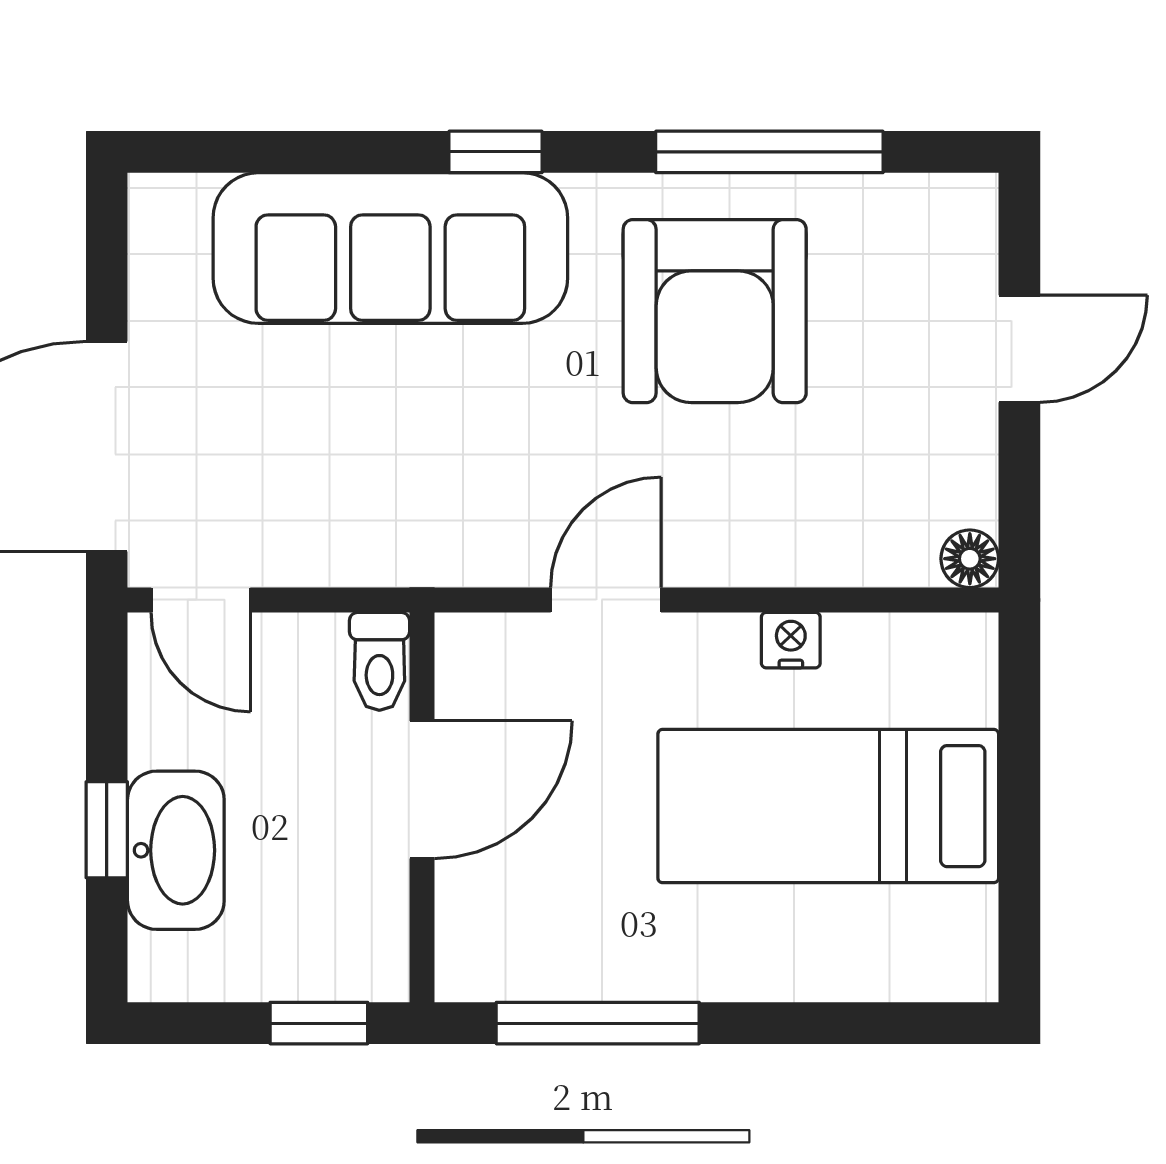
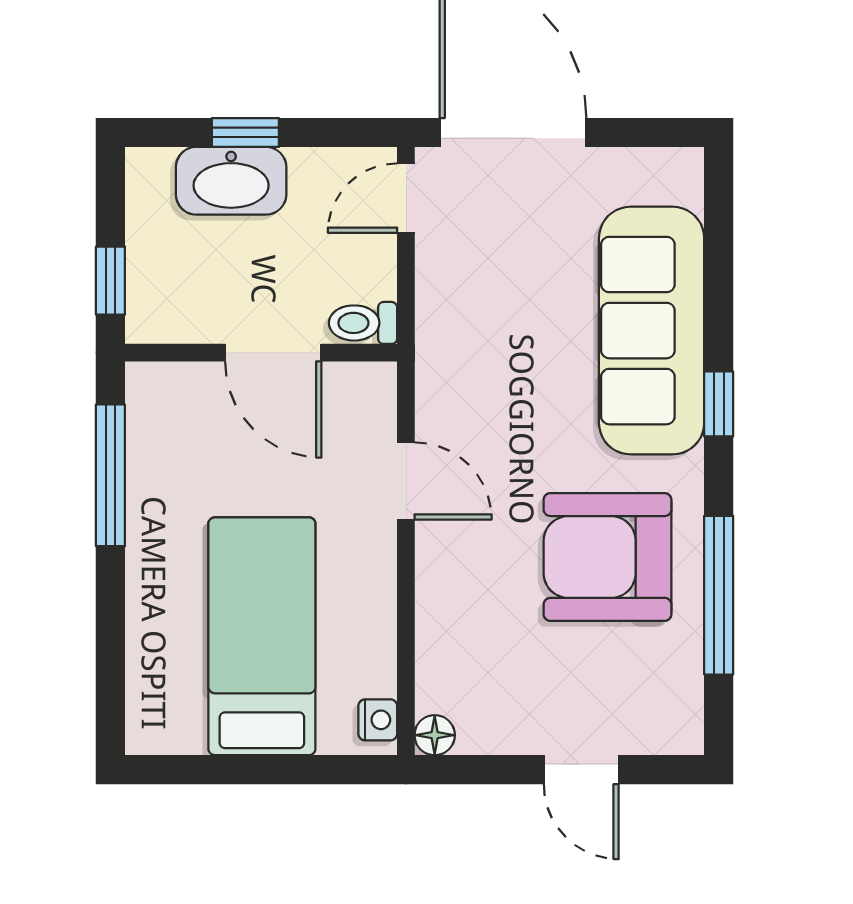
nightstand: (791, 640) -> (378, 720), moved

